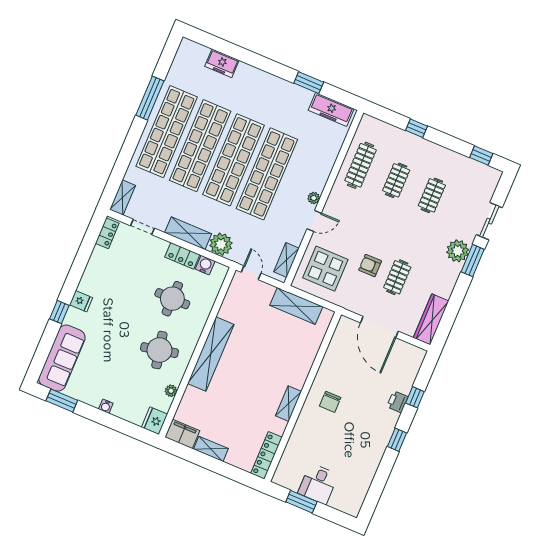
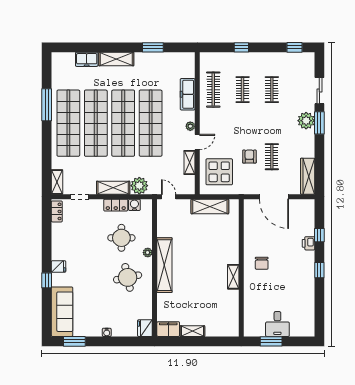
shelving: (258, 78) -> (116, 59), added
freezer: (331, 109) -> (188, 94), moved, turned 90
shelving: (286, 260) -> (189, 163), moved
armchair: (370, 266) -> (249, 157), turned 90
plant: (171, 391) -> (148, 253), moved
locker: (266, 455) -> (233, 319), removed

